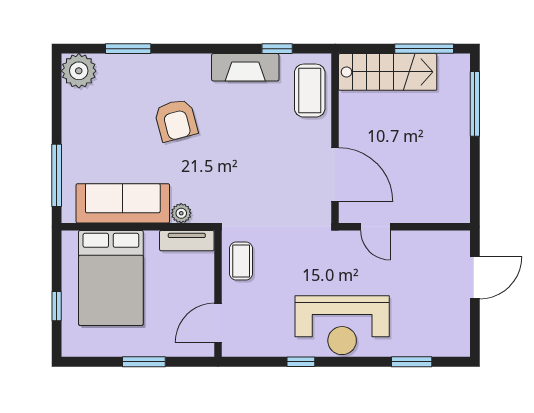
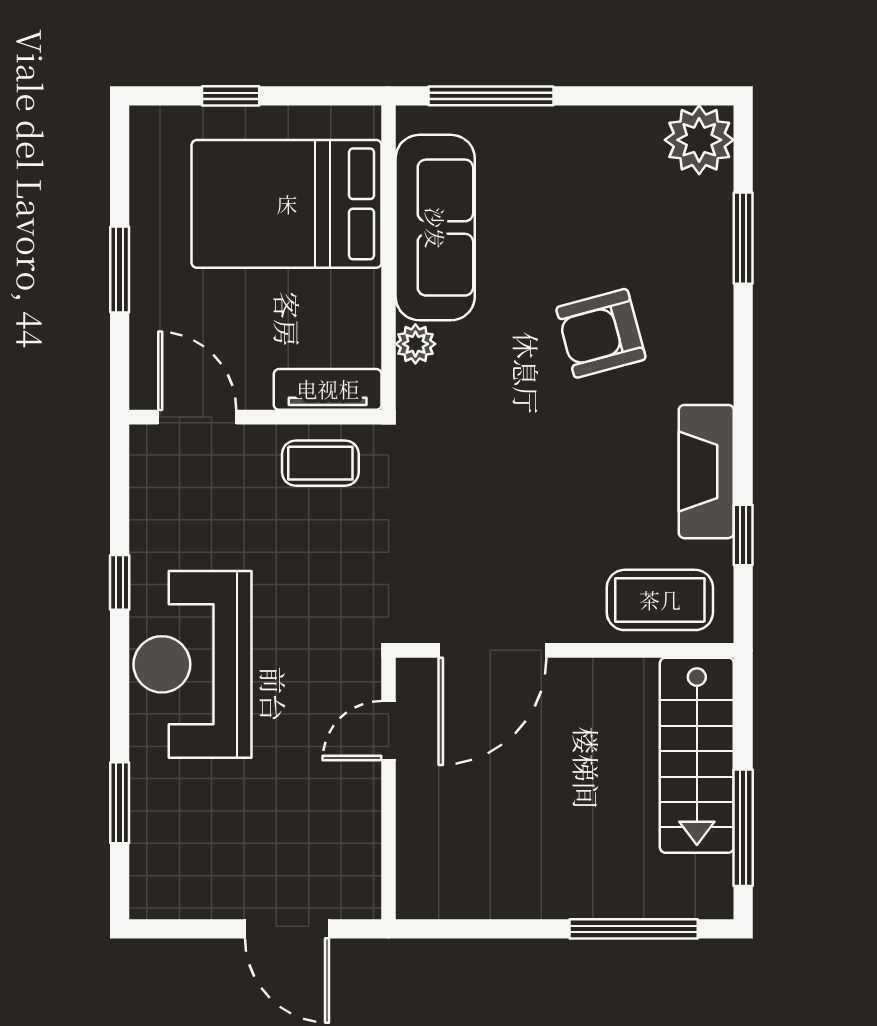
tv unit: (187, 241) -> (328, 389), moved, turned 90

